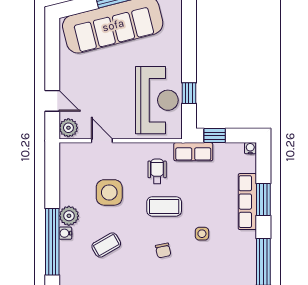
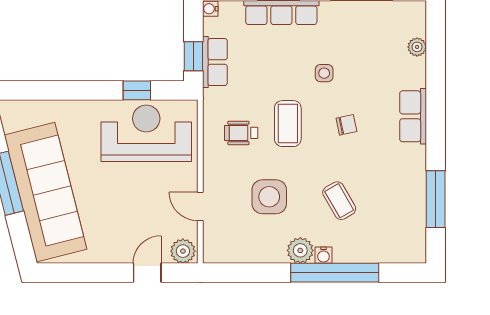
door: (102, 141) -> (200, 206), hinge flipped
row of seats: (193, 152) -> (215, 62), moved

